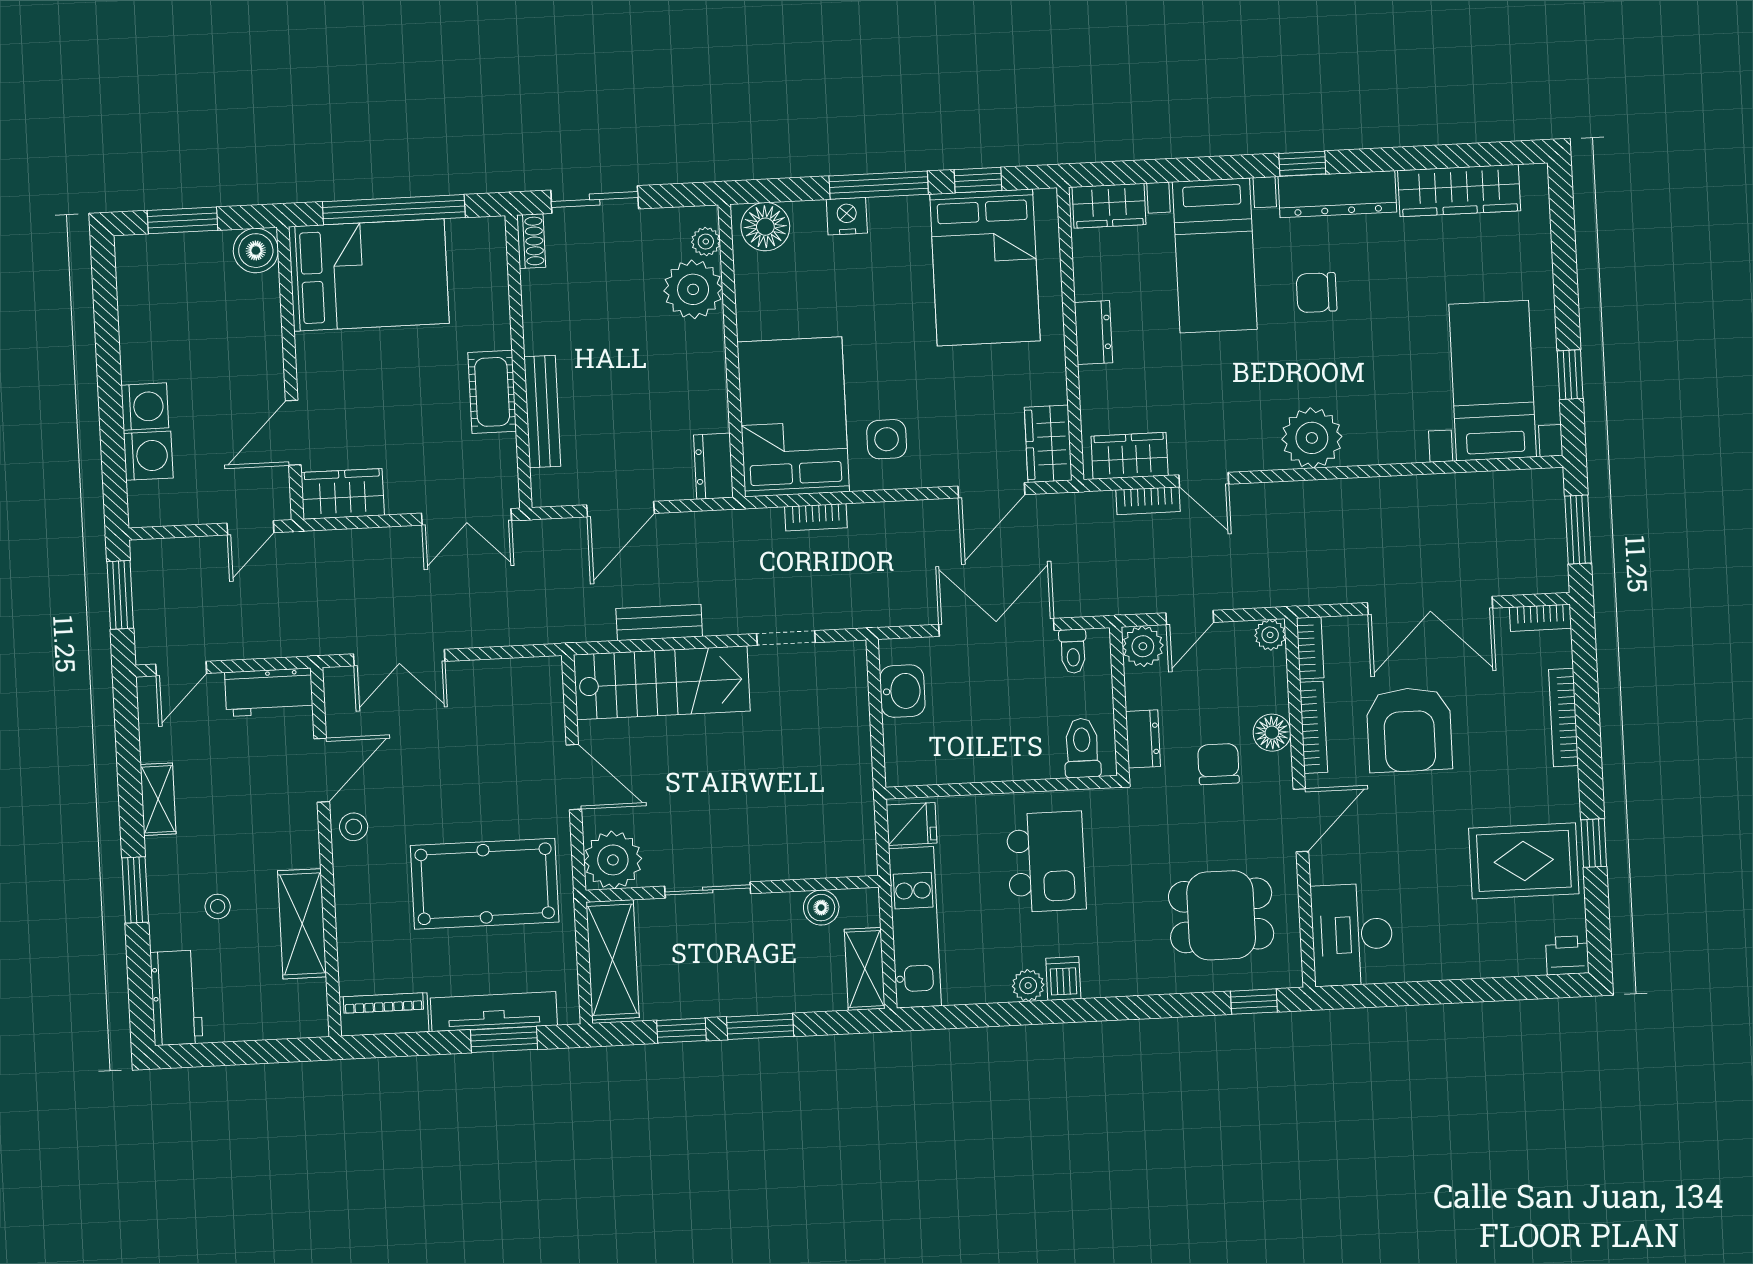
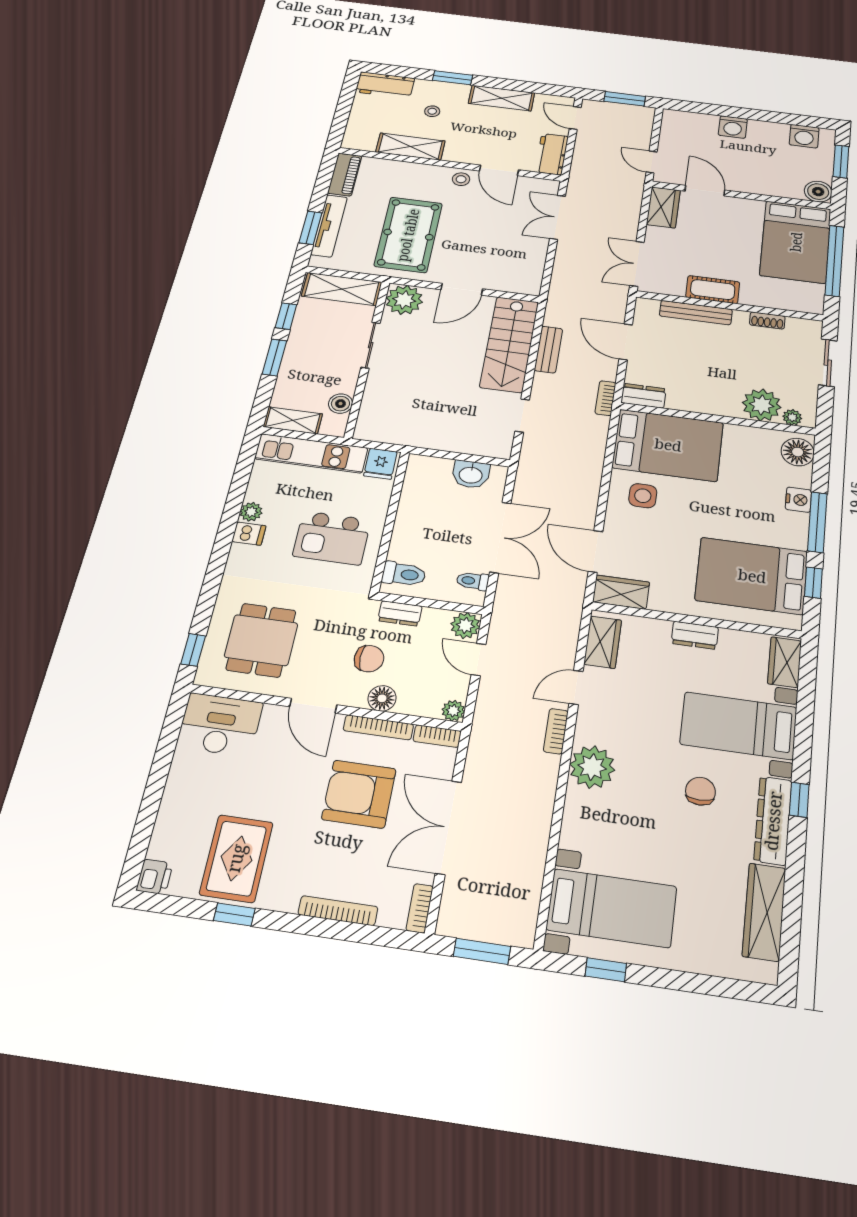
shoe rack: (531, 241) -> (767, 320), moved
washing machine: (148, 456) -> (804, 136), moved
bookcase: (1148, 501) -> (556, 731), moved
bookcase: (816, 517) -> (606, 398), moved
shelving: (158, 799) -> (501, 98), width x1.50, depth x1.33

